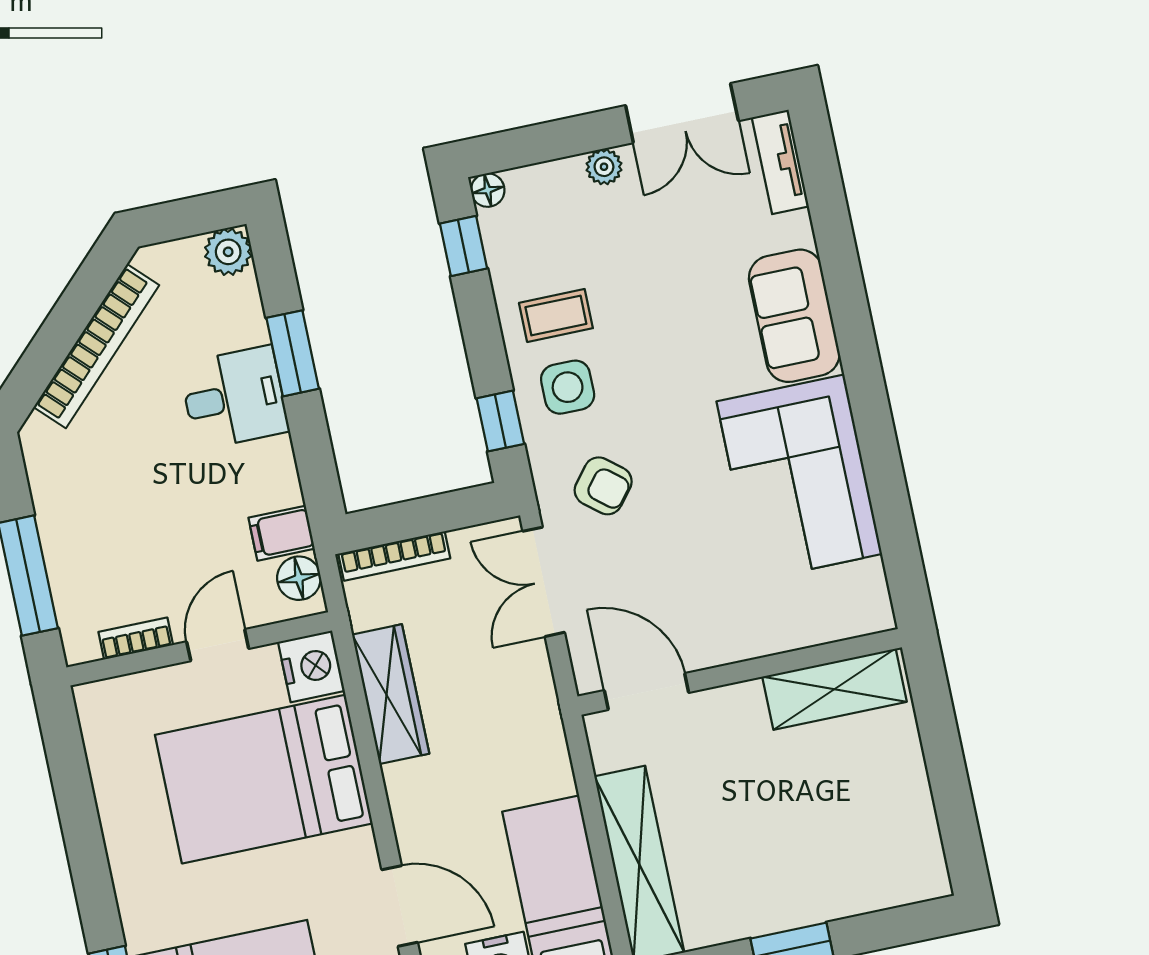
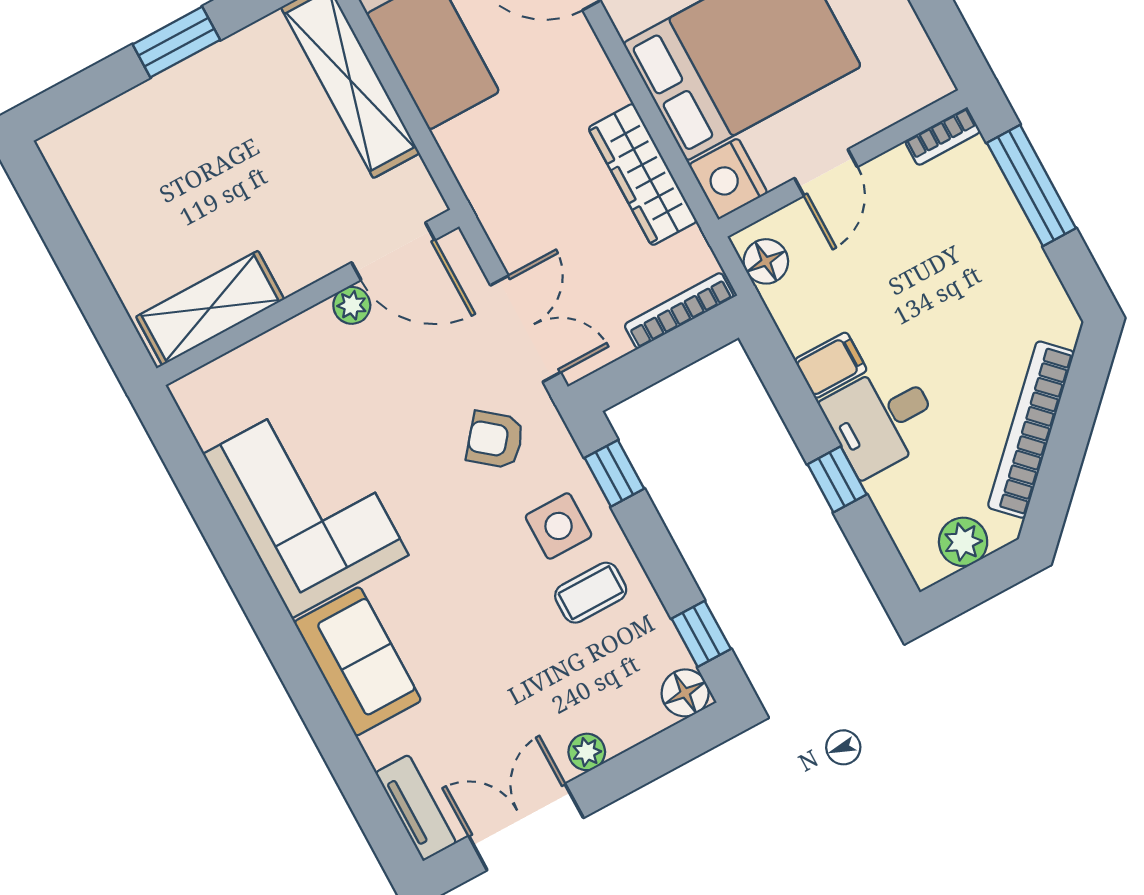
floor lamp: (488, 190) -> (685, 693), width x1.37, depth x1.37
plant: (228, 252) -> (963, 542), moved
window: (293, 353) -> (837, 479), width x0.67
filing cabinet: (282, 533) -> (831, 365), moved
bookcase: (136, 638) -> (943, 136), moved
plant: (701, 652) -> (352, 305), added

